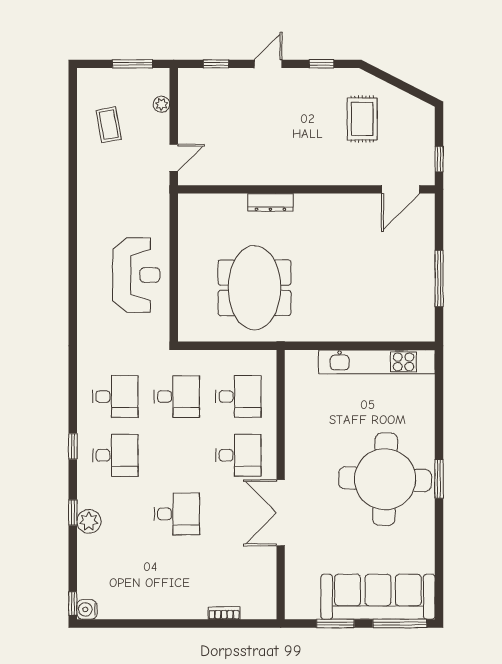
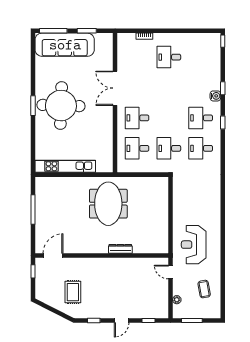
door: (174, 158) -> (170, 272), hinge flipped
reception desk: (136, 275) -> (194, 245), moved
meeting table: (255, 288) -> (108, 204), moved
double door: (281, 513) -> (115, 88), swing flipped
desk: (177, 514) -> (169, 57), moved
plant: (89, 521) -> (214, 84), removed
water cooler: (87, 609) -> (215, 96), moved

